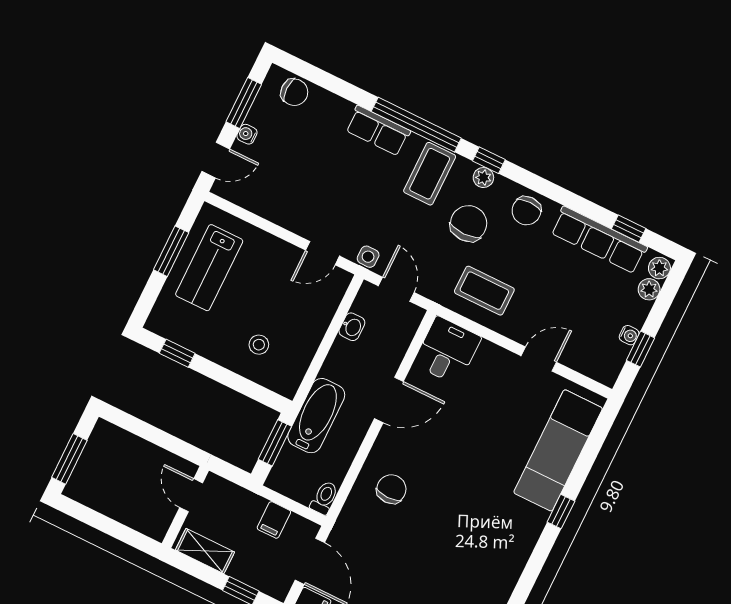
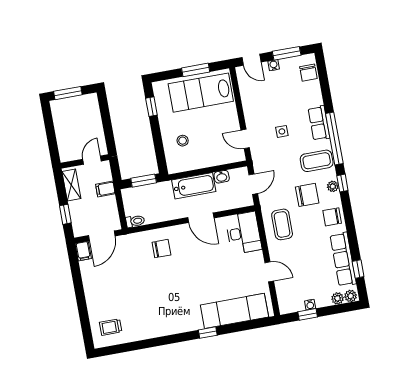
side table: (368, 257) -> (282, 131), moved
lab bench: (209, 268) -> (201, 93), width x1.36, depth x1.39
desk: (447, 351) -> (244, 233), width x1.37
bathtub: (316, 416) -> (194, 186), moved
filing cabinet: (274, 520) -> (105, 189), moved

